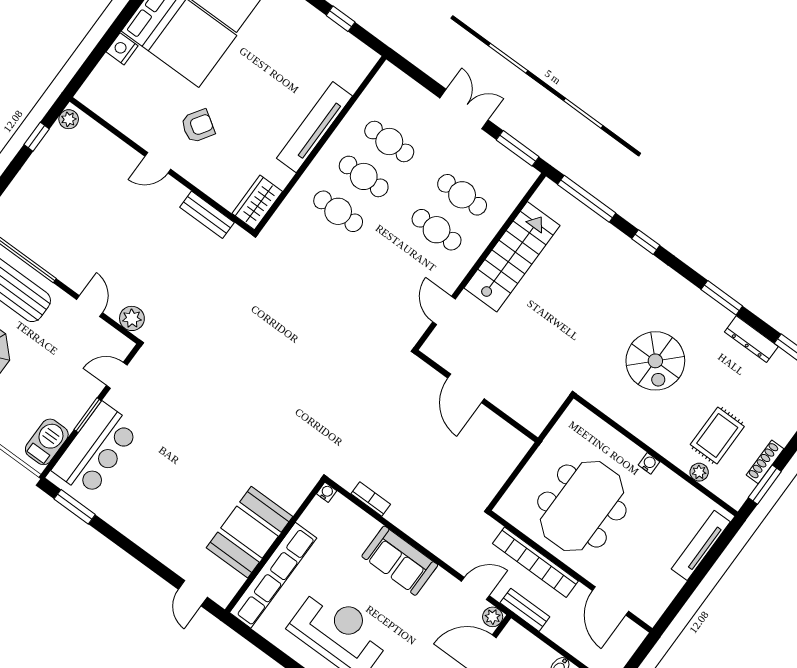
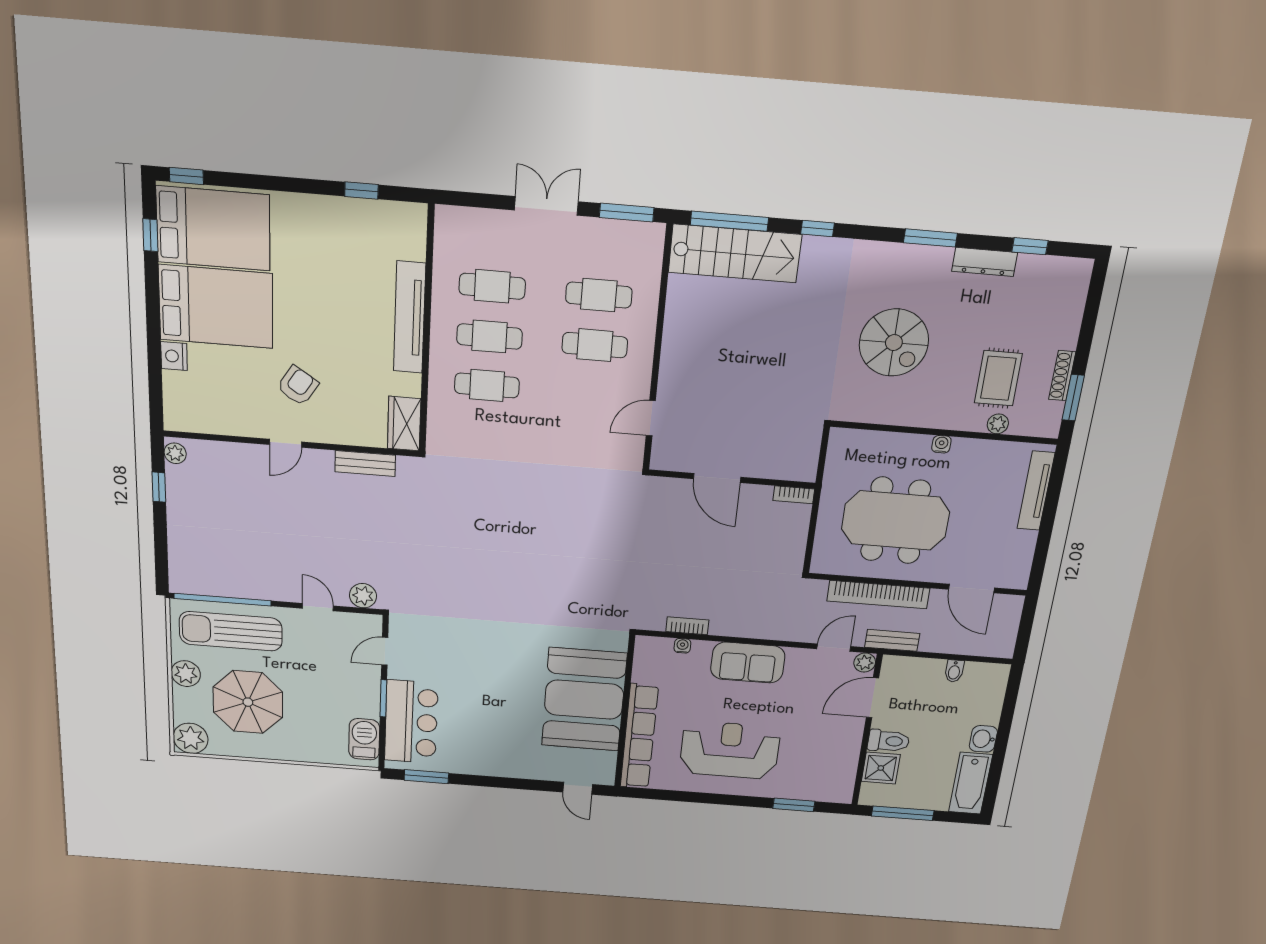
stairs: (512, 257) -> (735, 253), moved, turned 90
door: (444, 311) -> (651, 418), hinge flipped
bookcase: (516, 437) -> (794, 495), added
water cooler: (327, 492) -> (682, 646), moved
meeting table: (582, 506) -> (895, 521), turned 90
booth: (250, 532) -> (584, 700), width x1.36, depth x1.42

